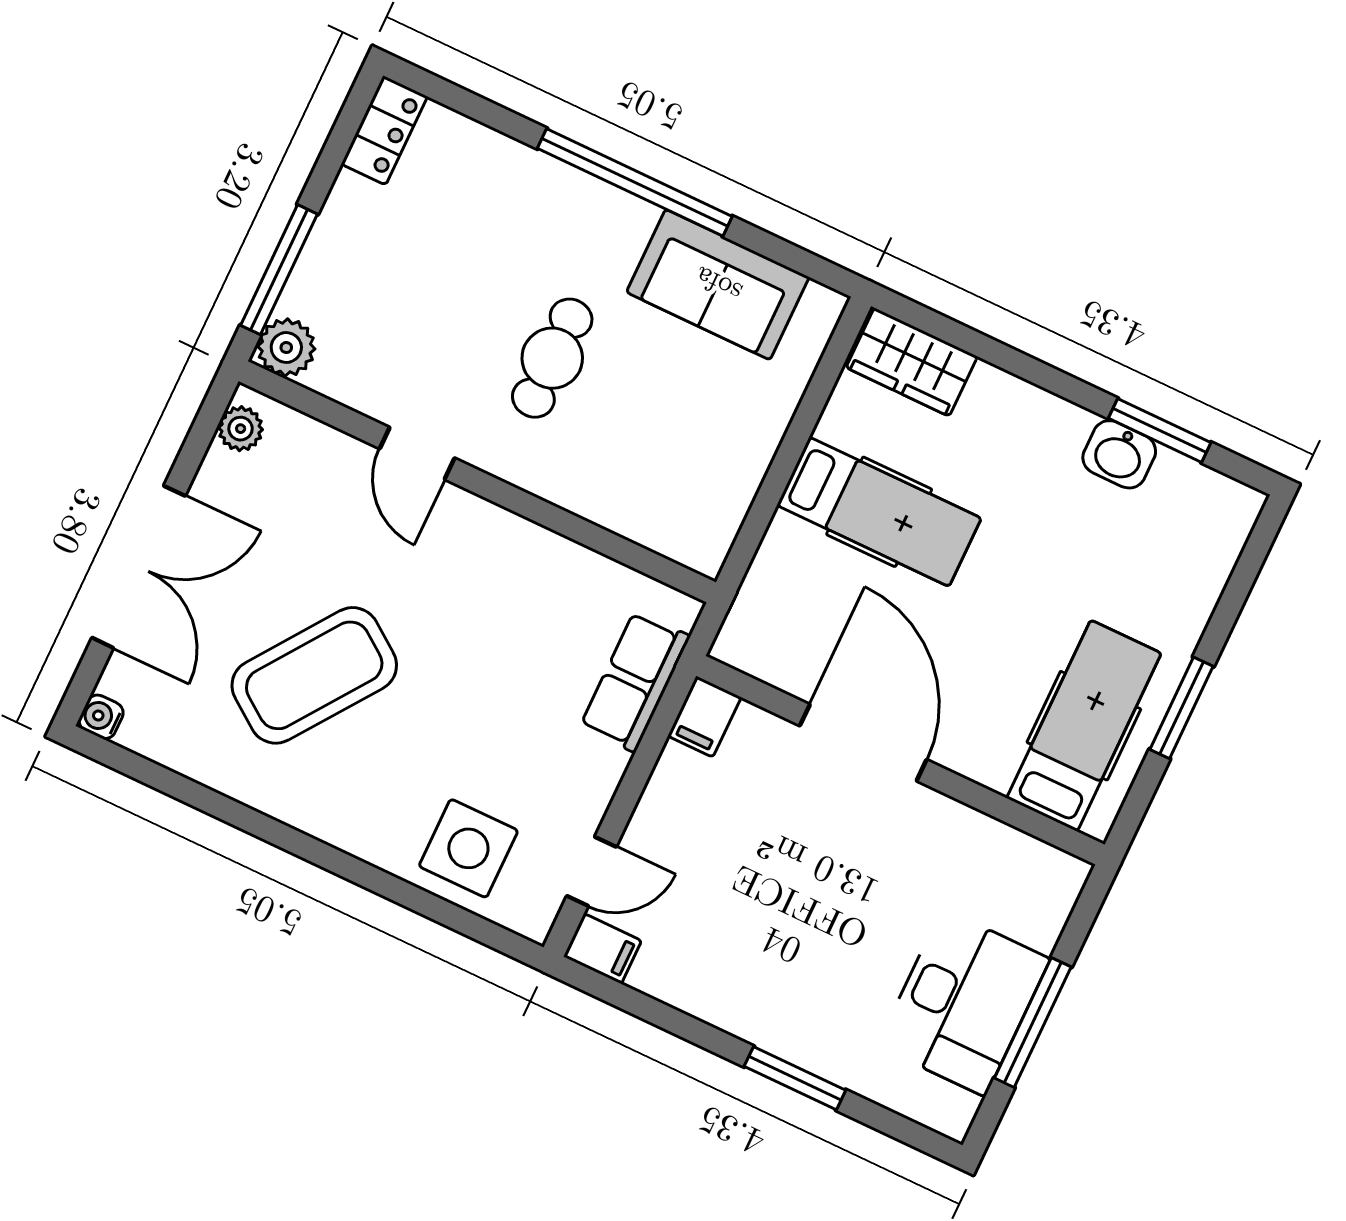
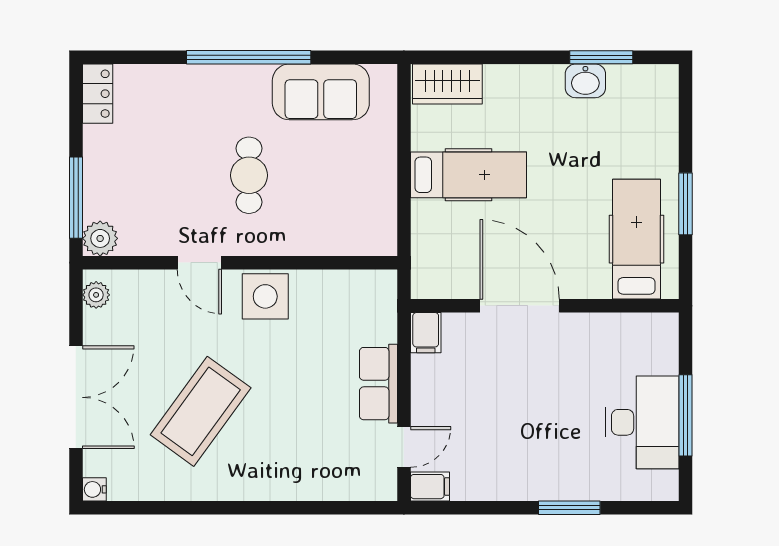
row of seats: (635, 681) -> (378, 384), moved
side table: (468, 848) -> (265, 296), moved

